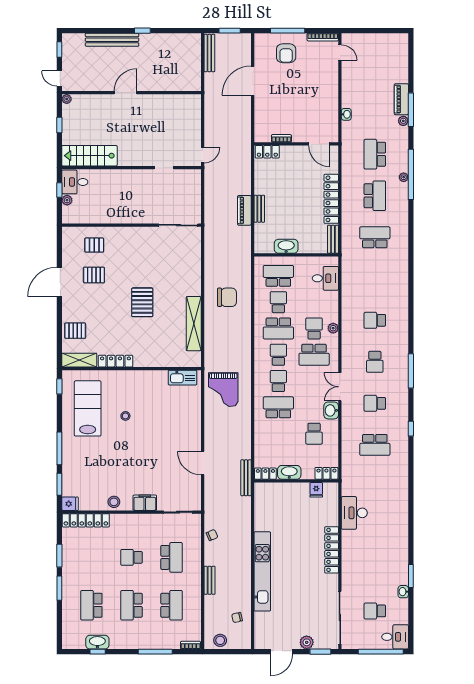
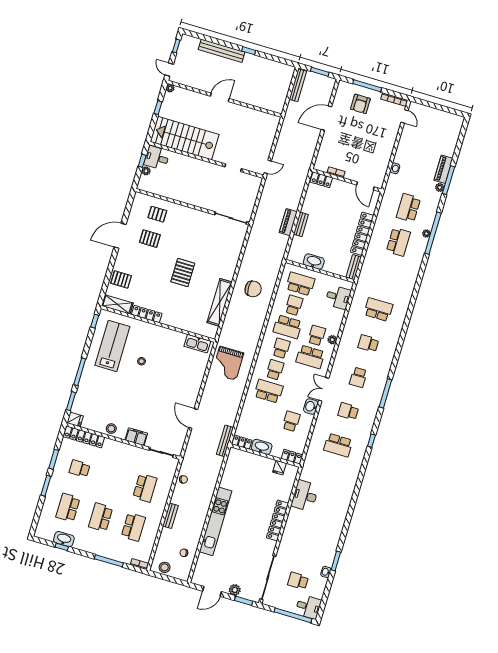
stairs: (89, 156) -> (185, 138), width x1.36, depth x1.51
school desk: (375, 237) -> (378, 310), moved
school desk: (314, 434) -> (291, 421), turned 180
school desk: (131, 557) -> (79, 468), moved

